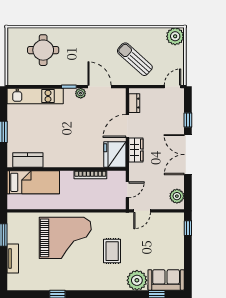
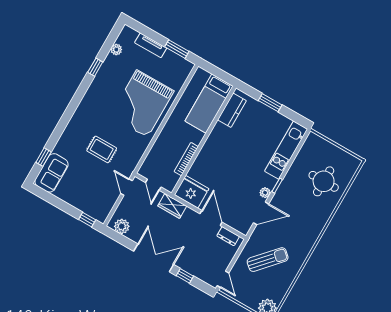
wardrobe: (136, 150) -> (172, 206), moved
rug: (112, 251) -> (102, 149), moved
plant: (137, 280) -> (116, 50), moved, width x0.53, depth x0.53

